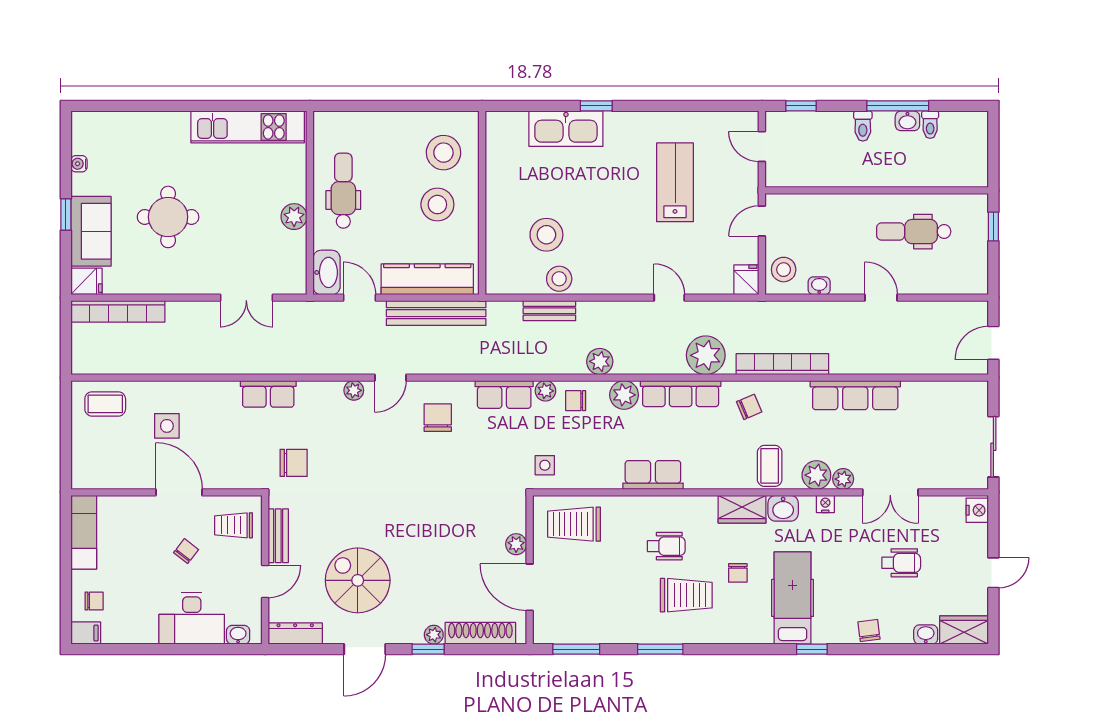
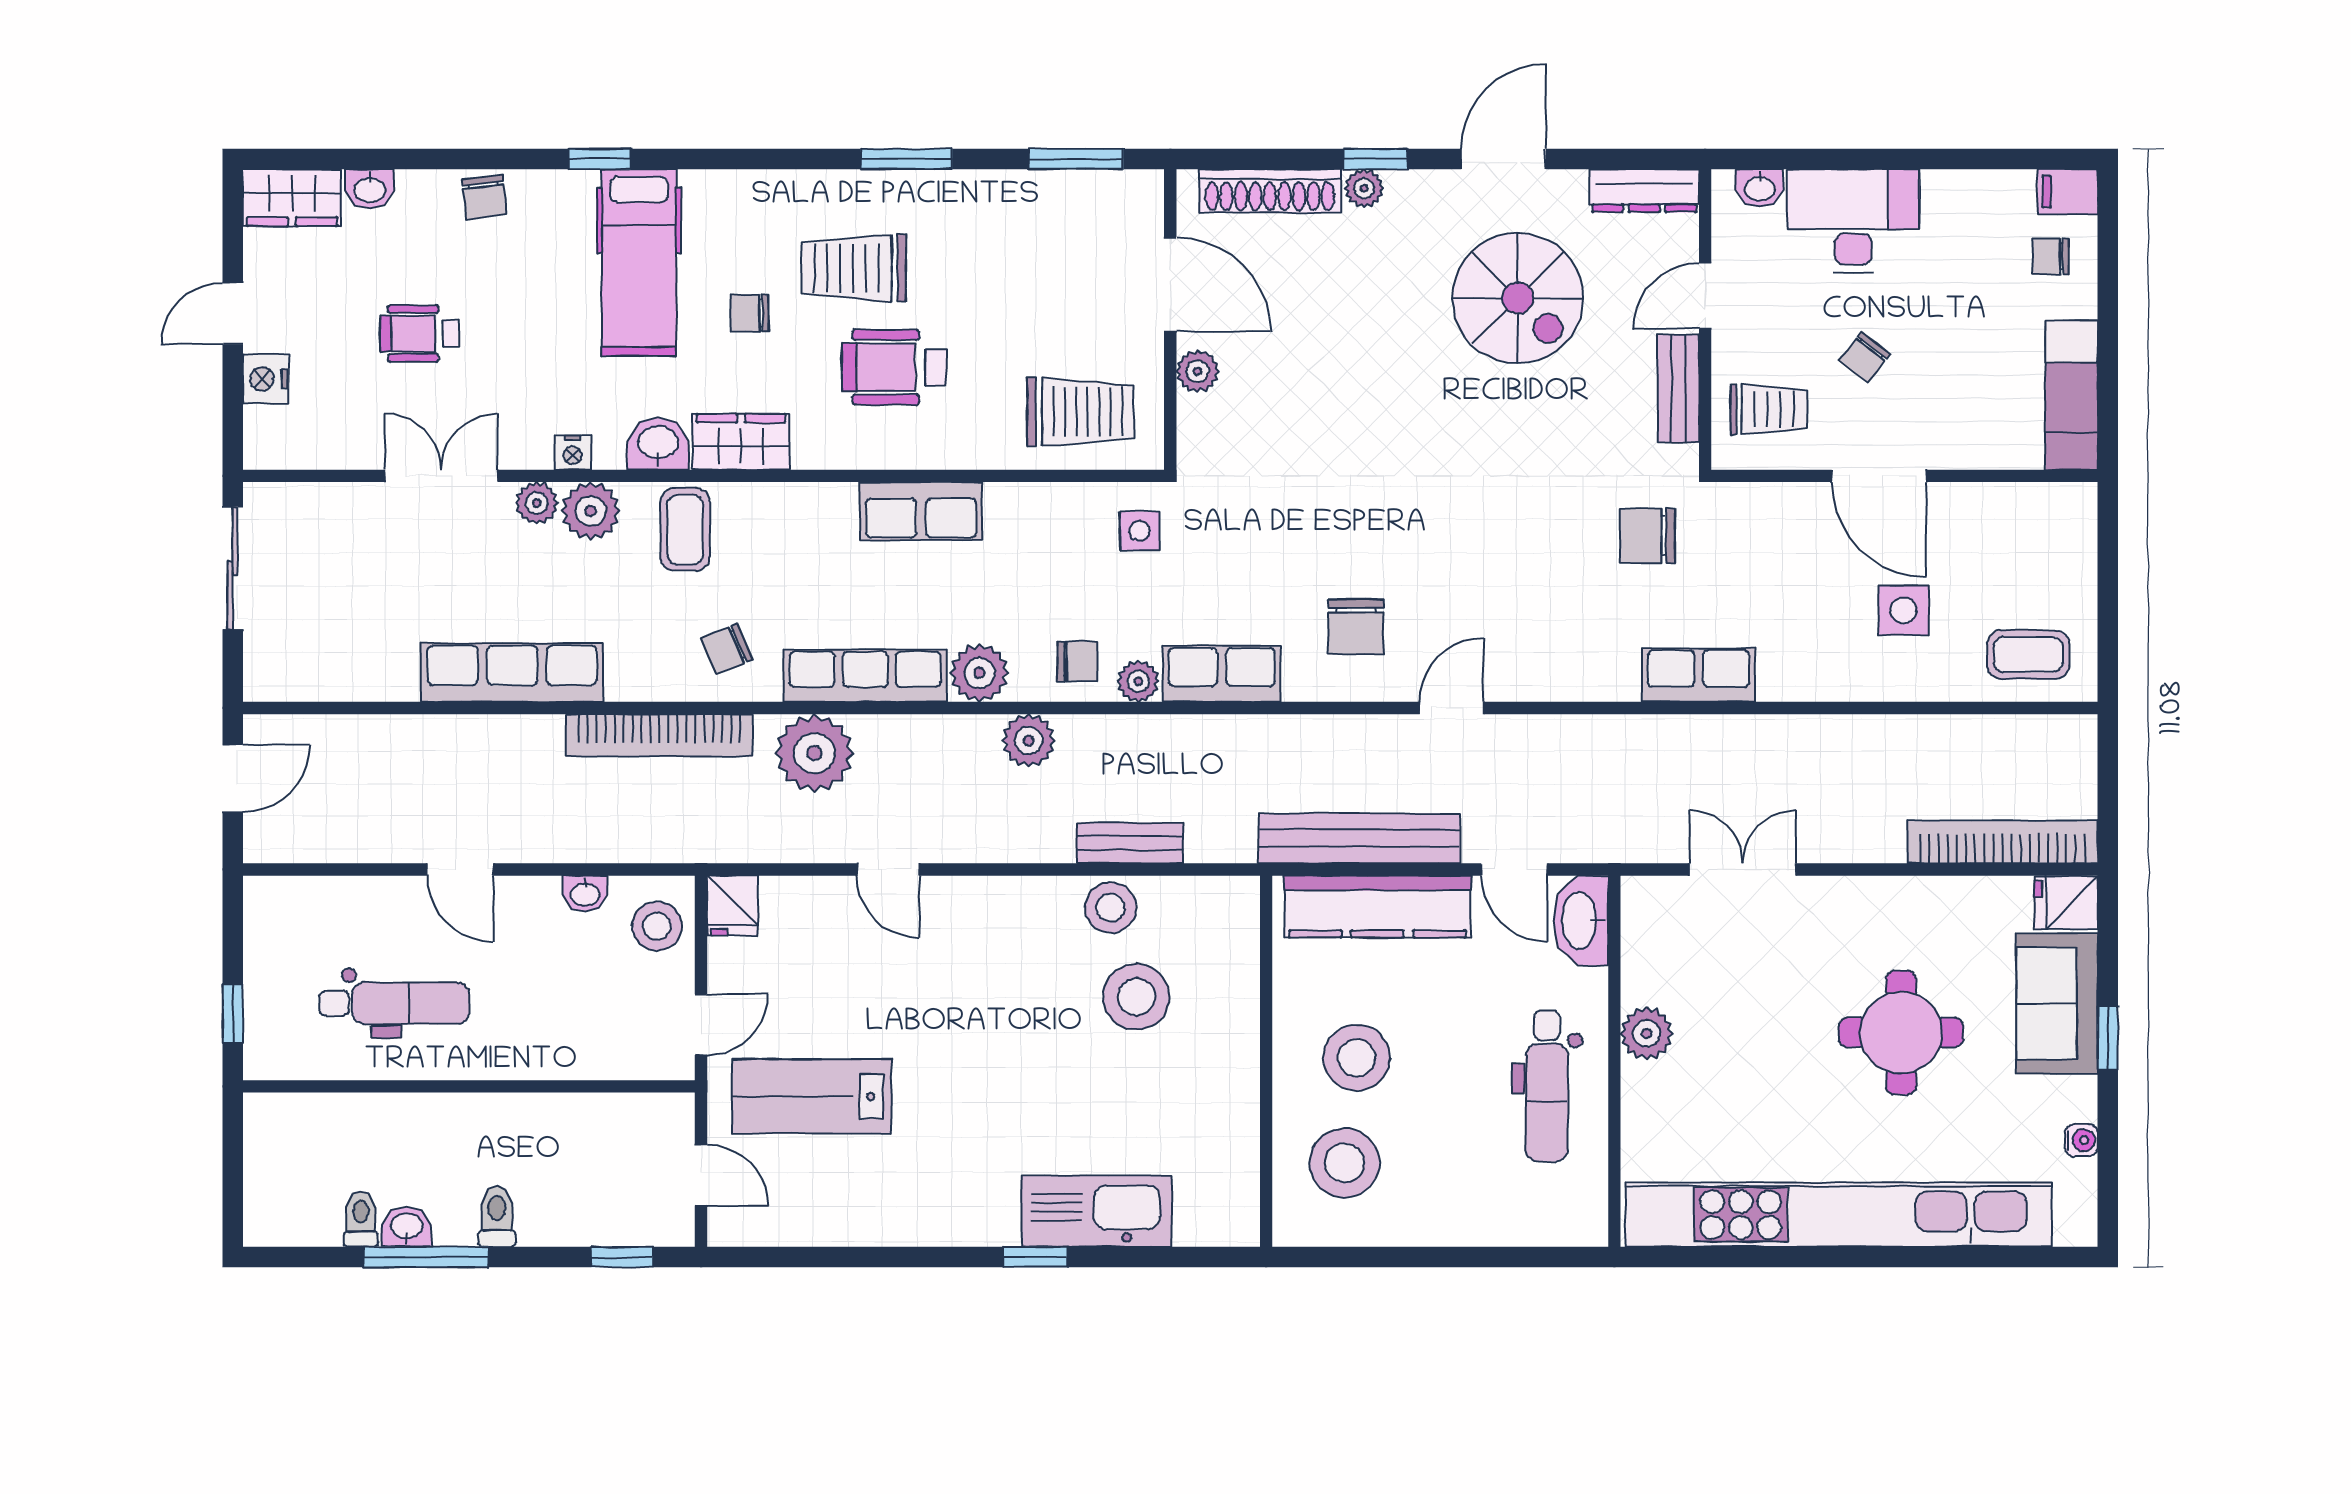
kitchen unit: (248, 127) -> (1839, 1215), width x1.86
lab bench: (675, 182) -> (812, 1096), moved, turned 90
plant: (354, 390) -> (1526, 682), removed
nightstand: (977, 510) -> (266, 379), moved
wheelchair: (666, 546) -> (894, 367), width x1.36, depth x1.37
chair: (738, 573) -> (749, 313), turned -90

